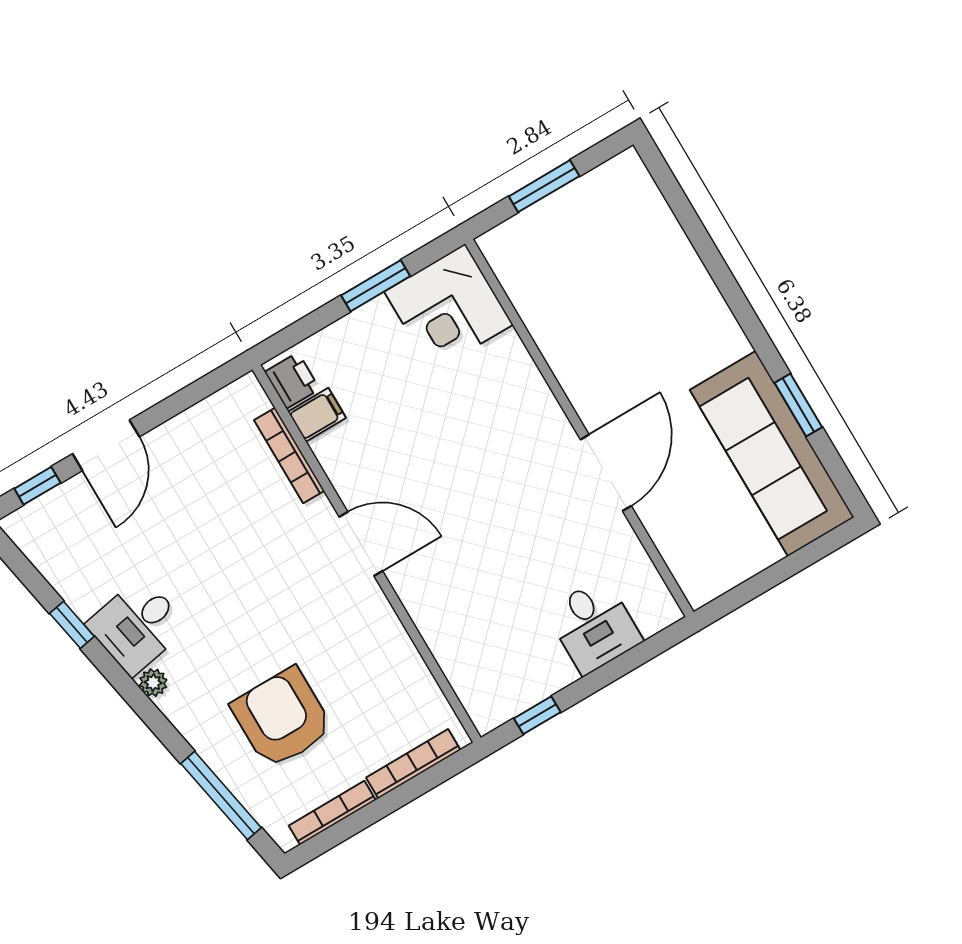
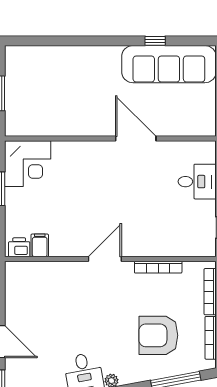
window: (798, 405) -> (155, 41), width x0.67
bookcase: (289, 455) -> (158, 267), moved

